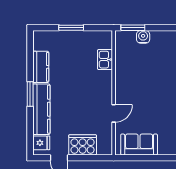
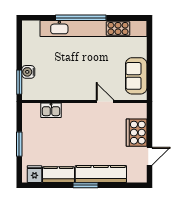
fridge: (41, 143) -> (34, 174), moved

